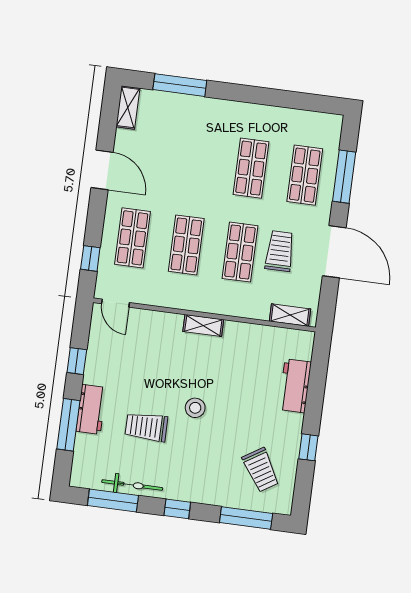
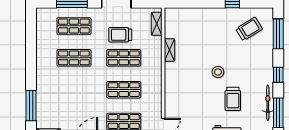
shelving: (203, 326) -> (169, 50), moved
workbench: (295, 386) -> (197, 16), removed

